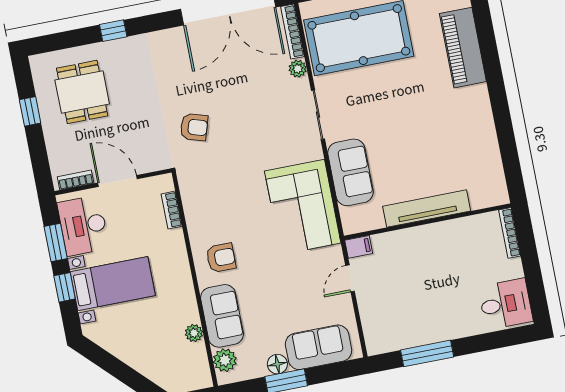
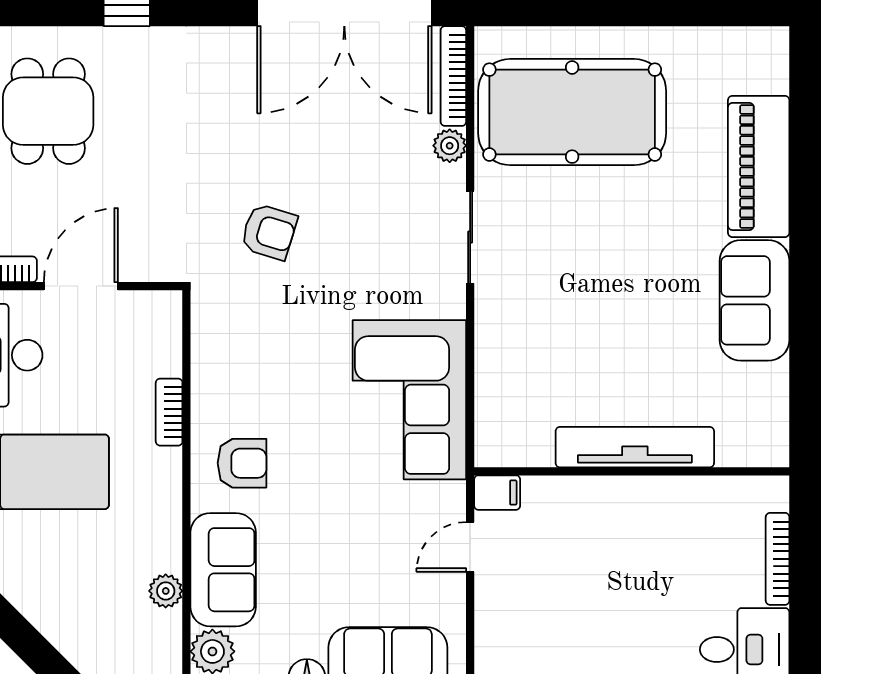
armchair: (194, 127) -> (269, 232), moved
sofa: (350, 172) -> (755, 300), moved, turned 180
door: (118, 181) -> (81, 286), hinge flipped
bookcase: (172, 210) -> (169, 412), moved
bookcase: (510, 233) -> (778, 559), moved

